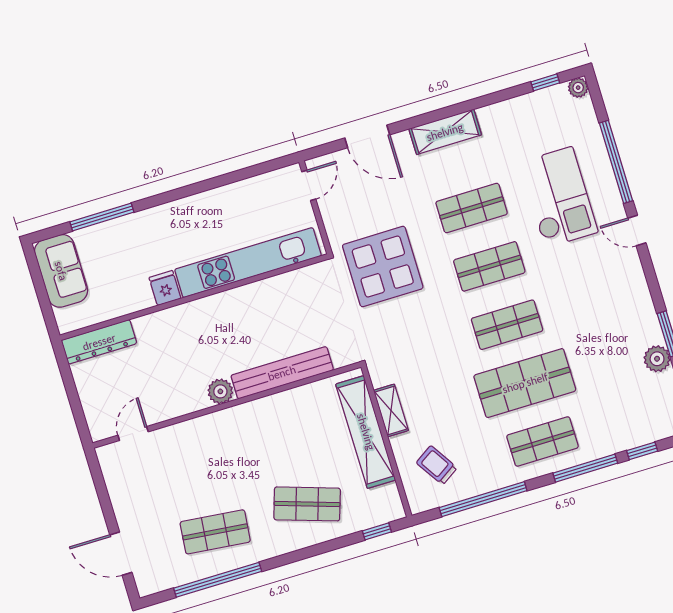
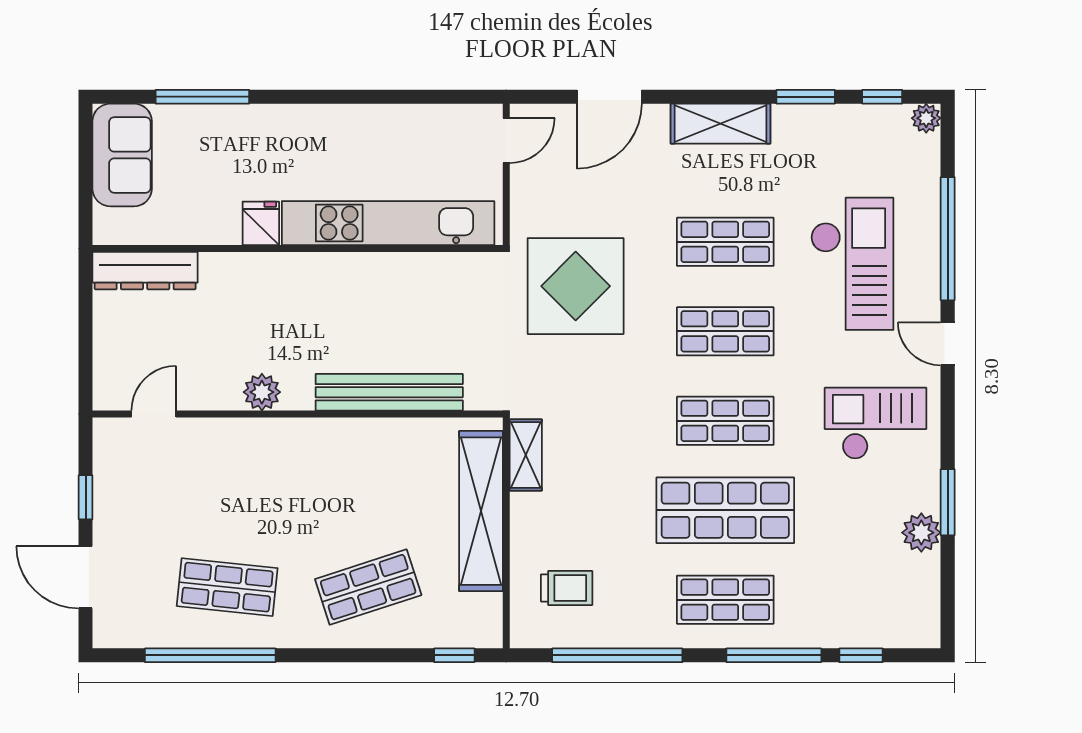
window: (495, 97) -> (806, 97), added
door: (367, 136) -> (609, 97), hinge flipped
checkout: (606, 297) -> (875, 423), added
plant: (220, 391) -> (262, 392), moved
shelving: (391, 410) -> (526, 455), moved
trolley: (437, 465) -> (567, 588), turned 123
window: (105, 501) -> (86, 497), added
shop shelf: (307, 504) -> (368, 587), turned -36

